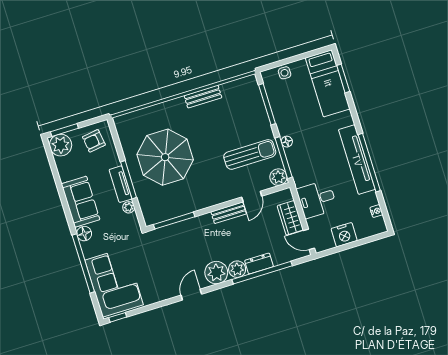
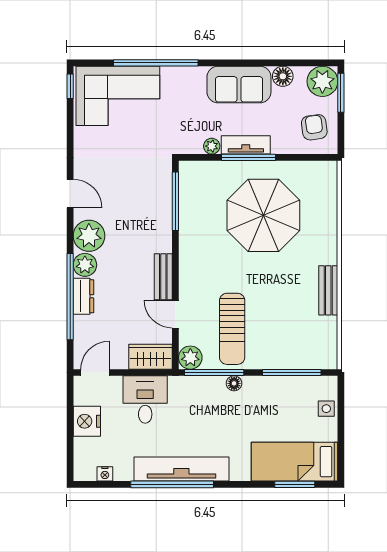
wardrobe: (290, 218) -> (150, 357), moved
floor lamp: (84, 234) -> (283, 76), moved

